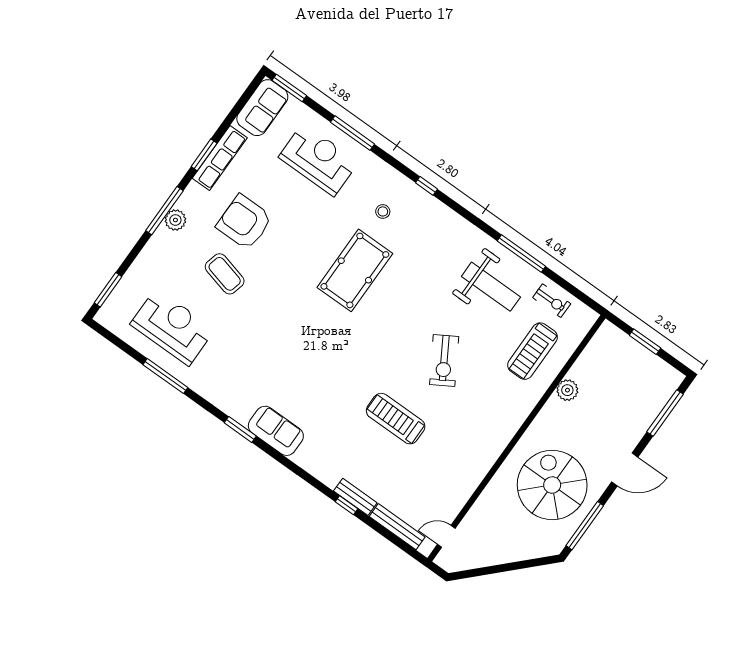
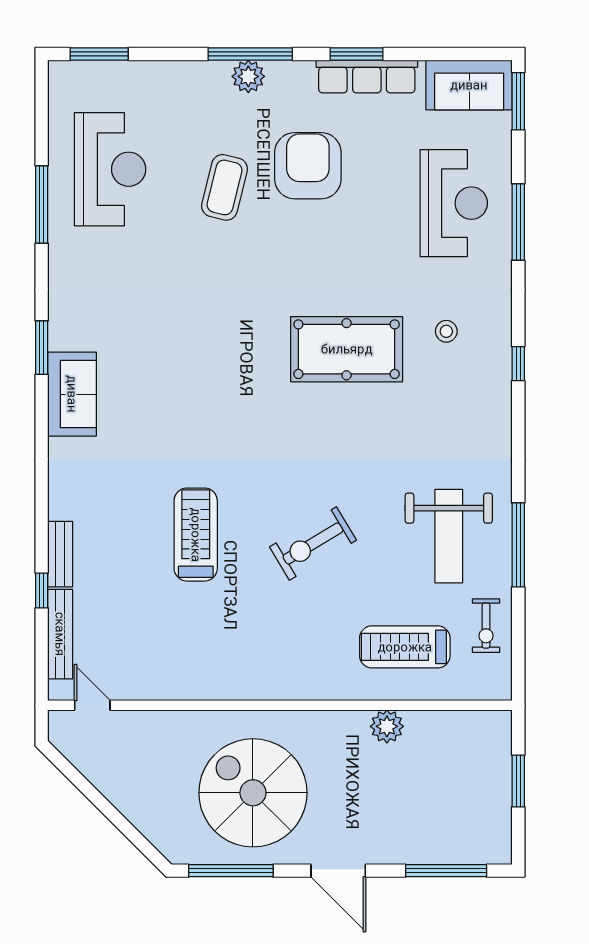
spiral stairs: (552, 485) -> (253, 793), turned -90
window: (346, 505) -> (42, 590), moved

